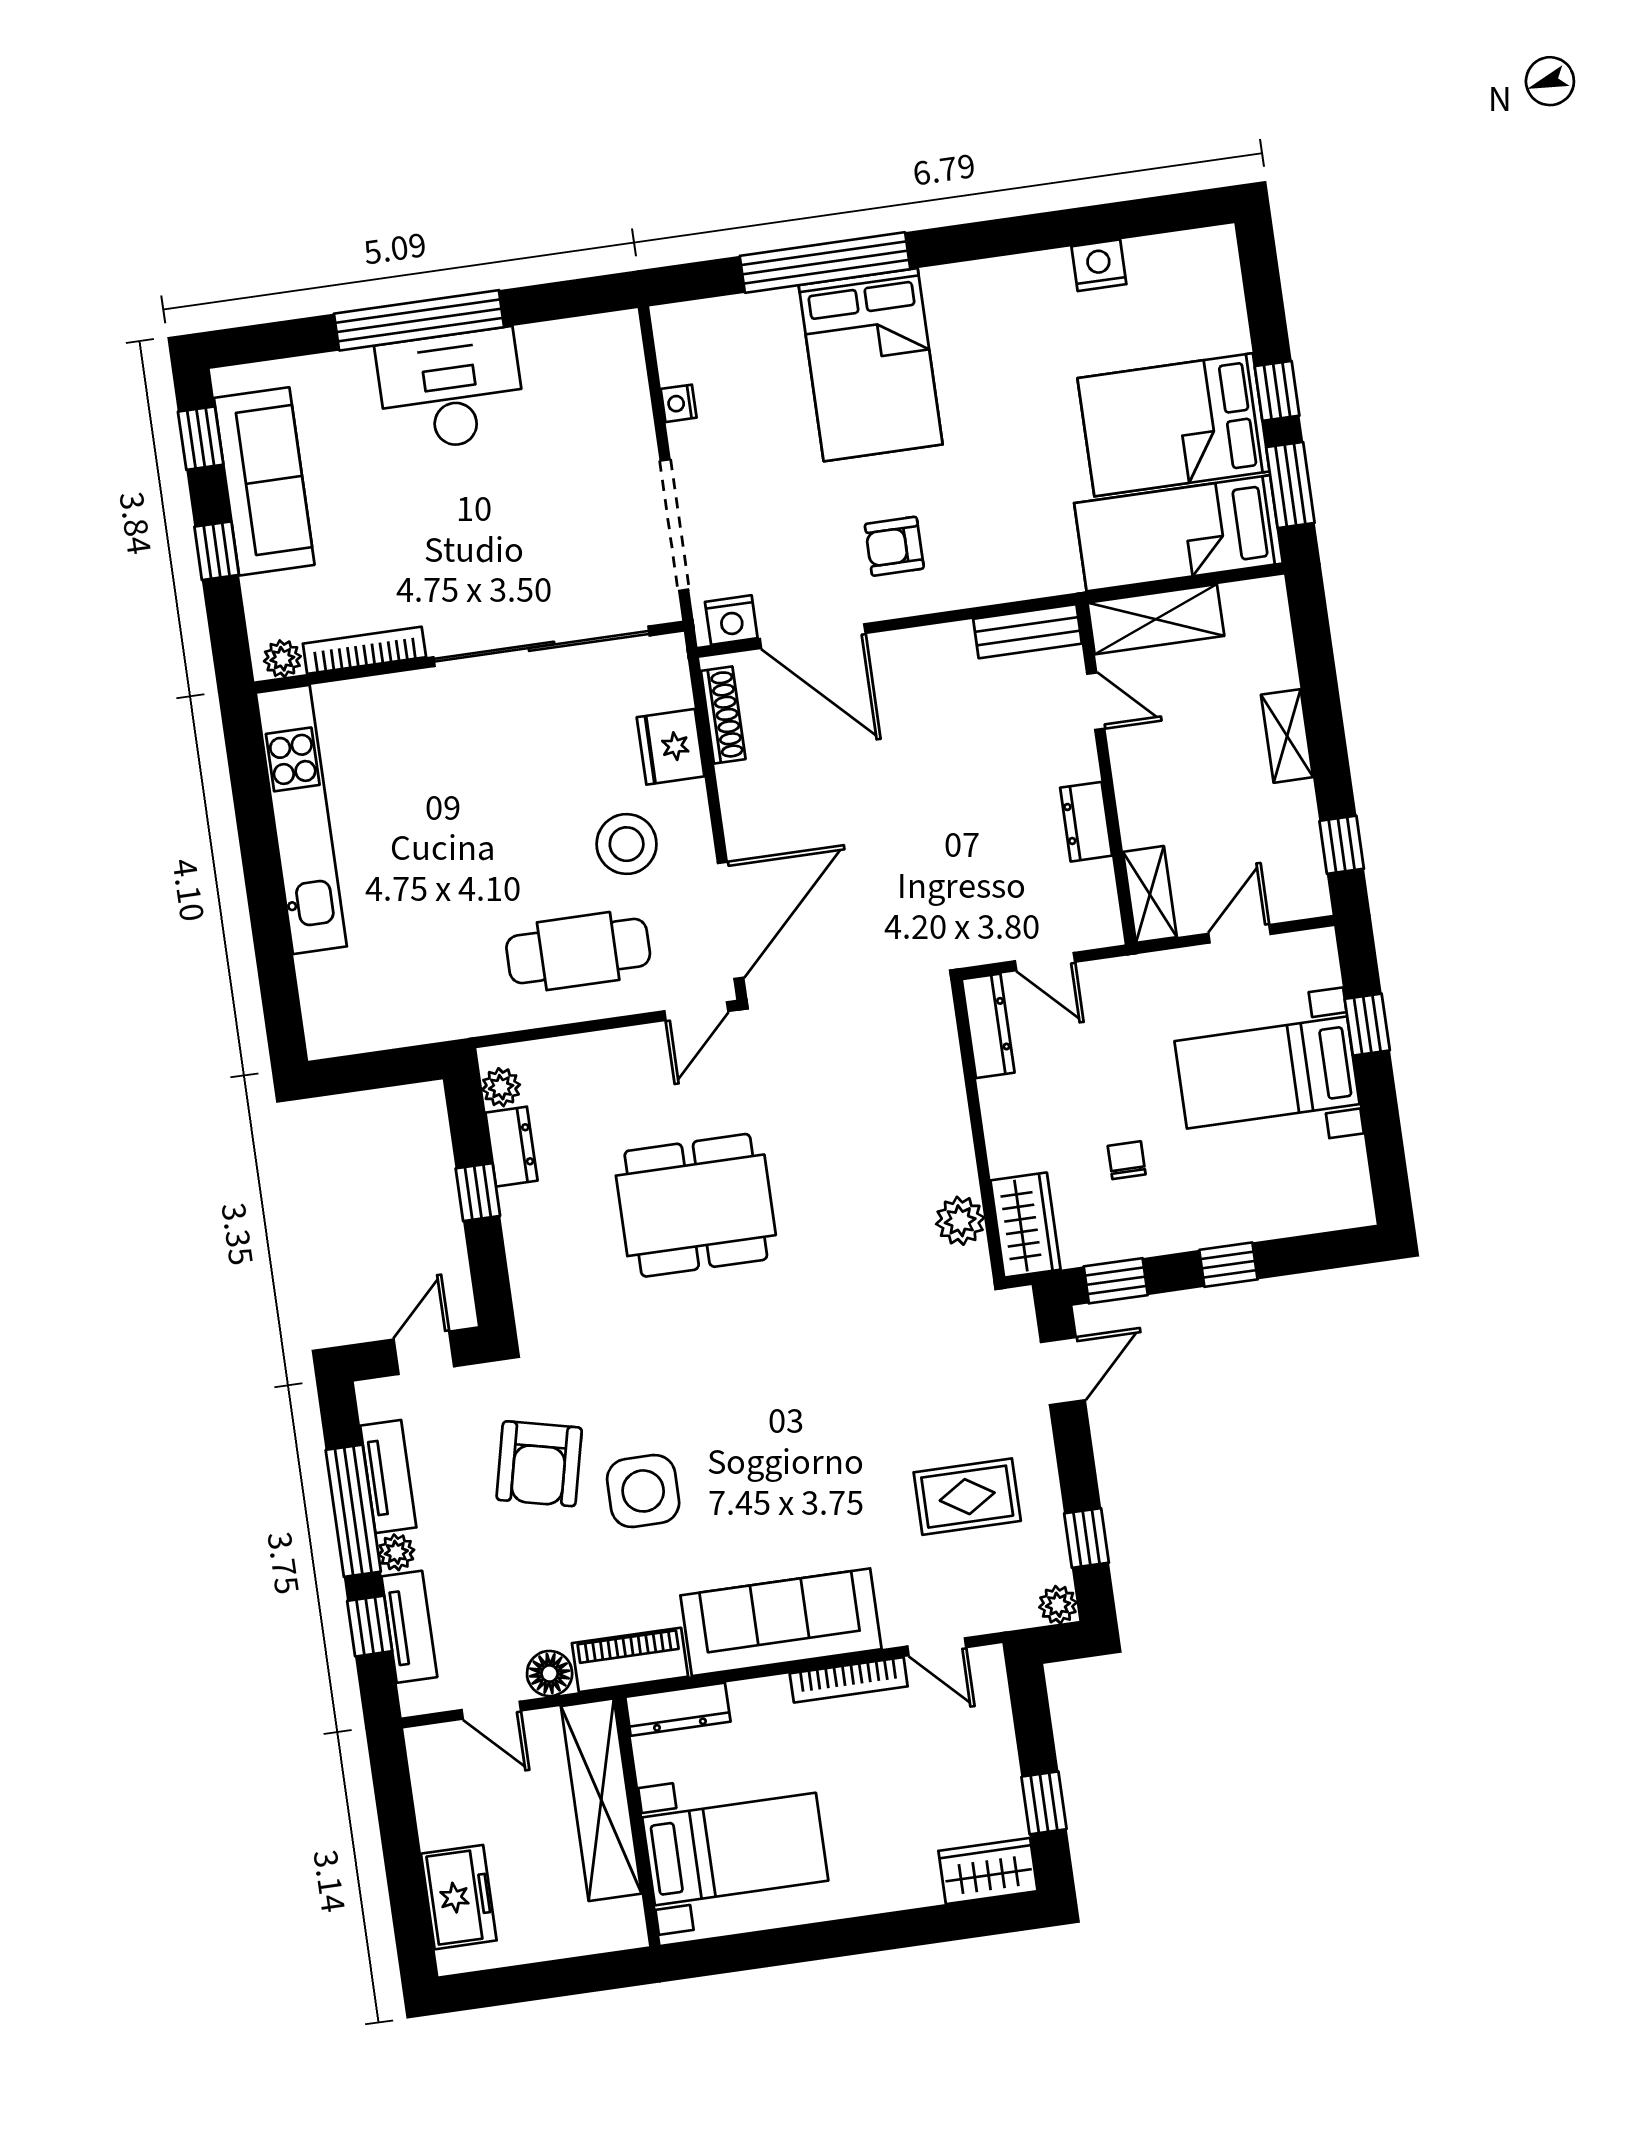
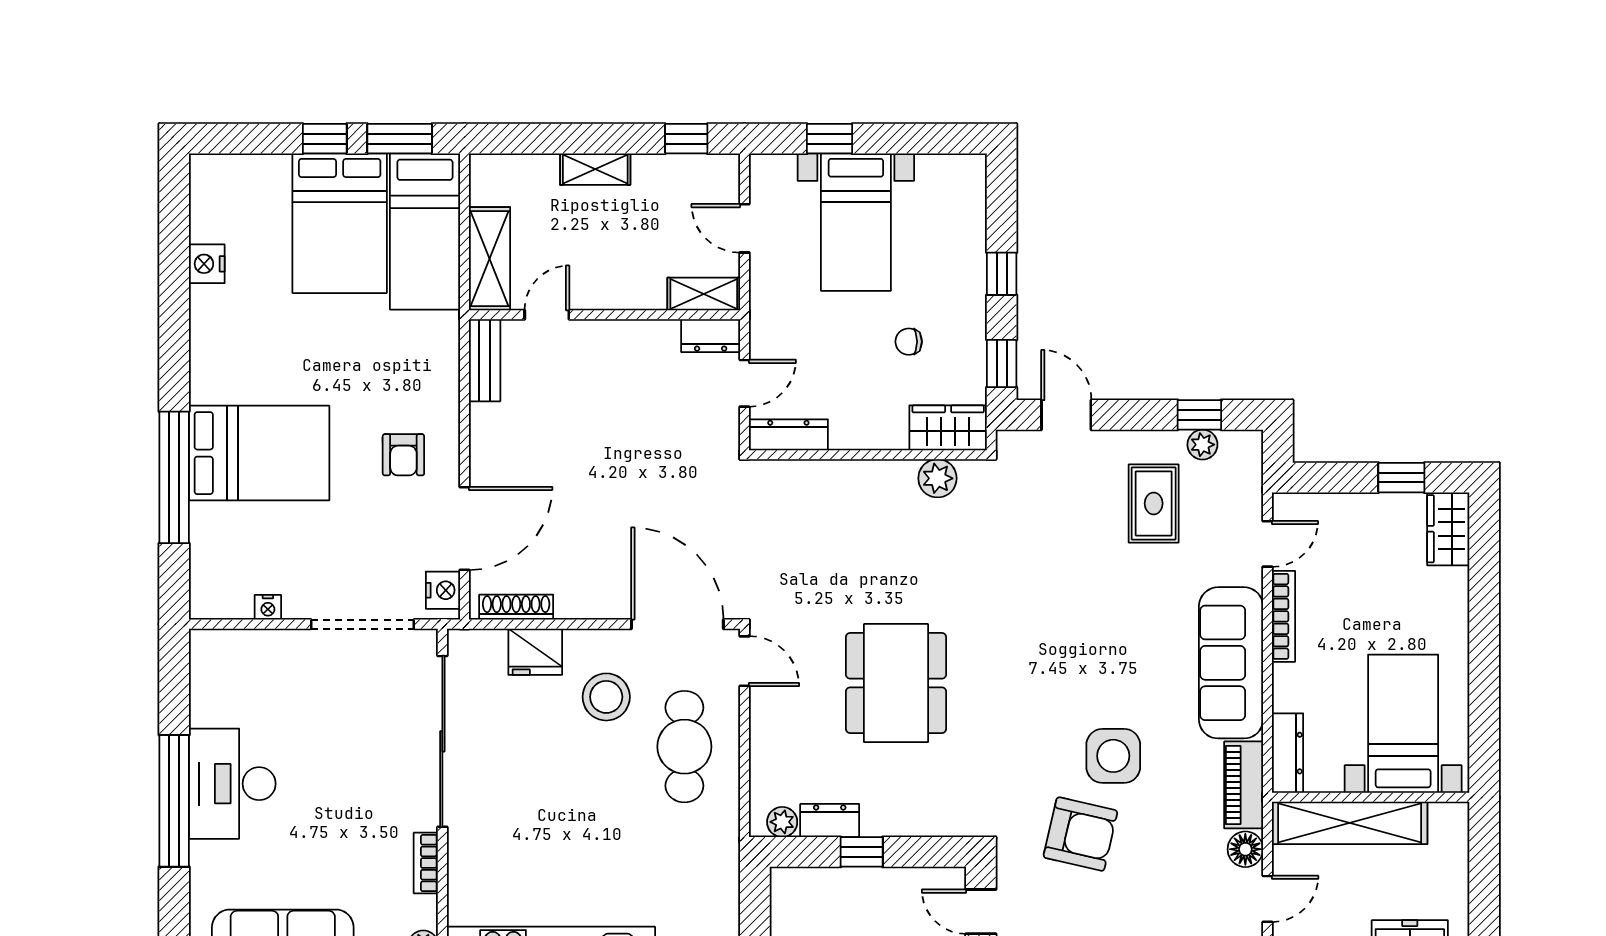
bookcase: (364, 650) -> (426, 863), width x0.64
dresser: (1086, 822) -> (711, 336), moved
plant: (1058, 1605) -> (1202, 445), moved

